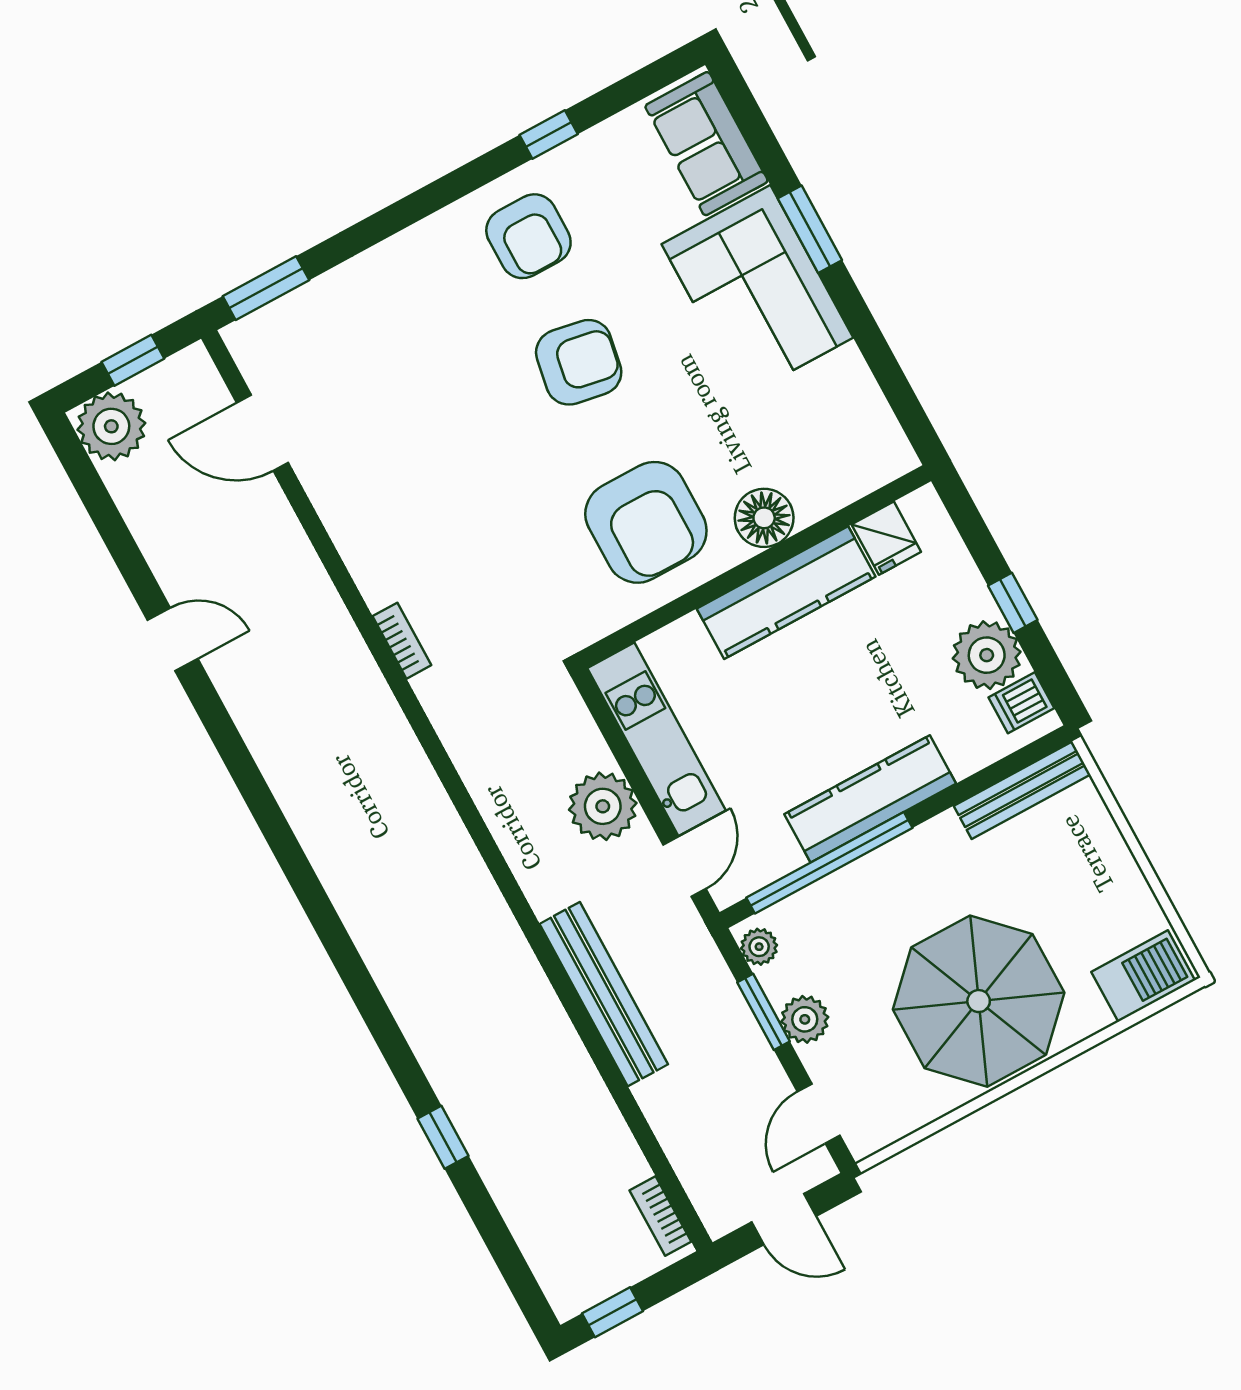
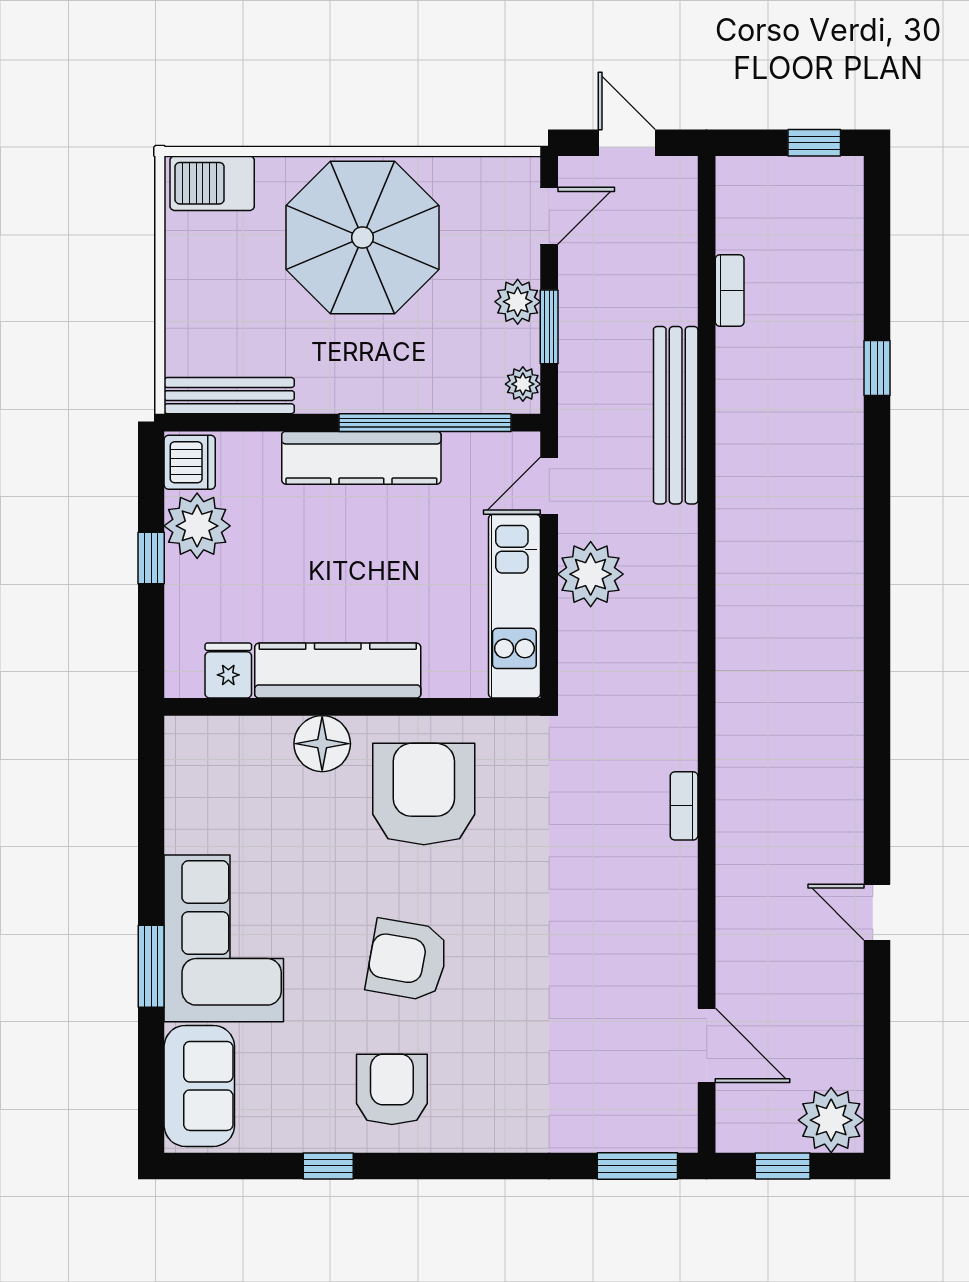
dishwasher: (1021, 703) -> (190, 462), width x1.38
bookcase: (660, 1216) -> (730, 291), moved

